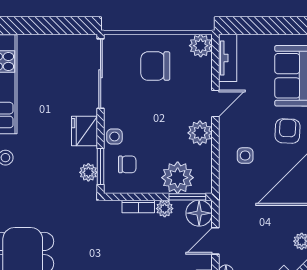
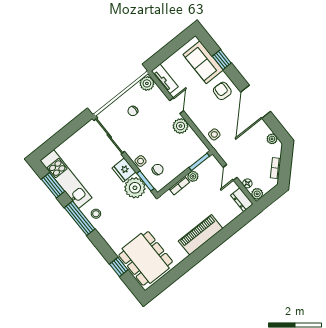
chair: (155, 66) -> (133, 111), width x0.54, depth x0.54
side table: (245, 156) -> (214, 134), moved
plant: (88, 172) -> (135, 188), width x1.87, depth x1.87
plant: (178, 178) -> (187, 156), removed
floor lamp: (199, 213) -> (211, 165), removed

